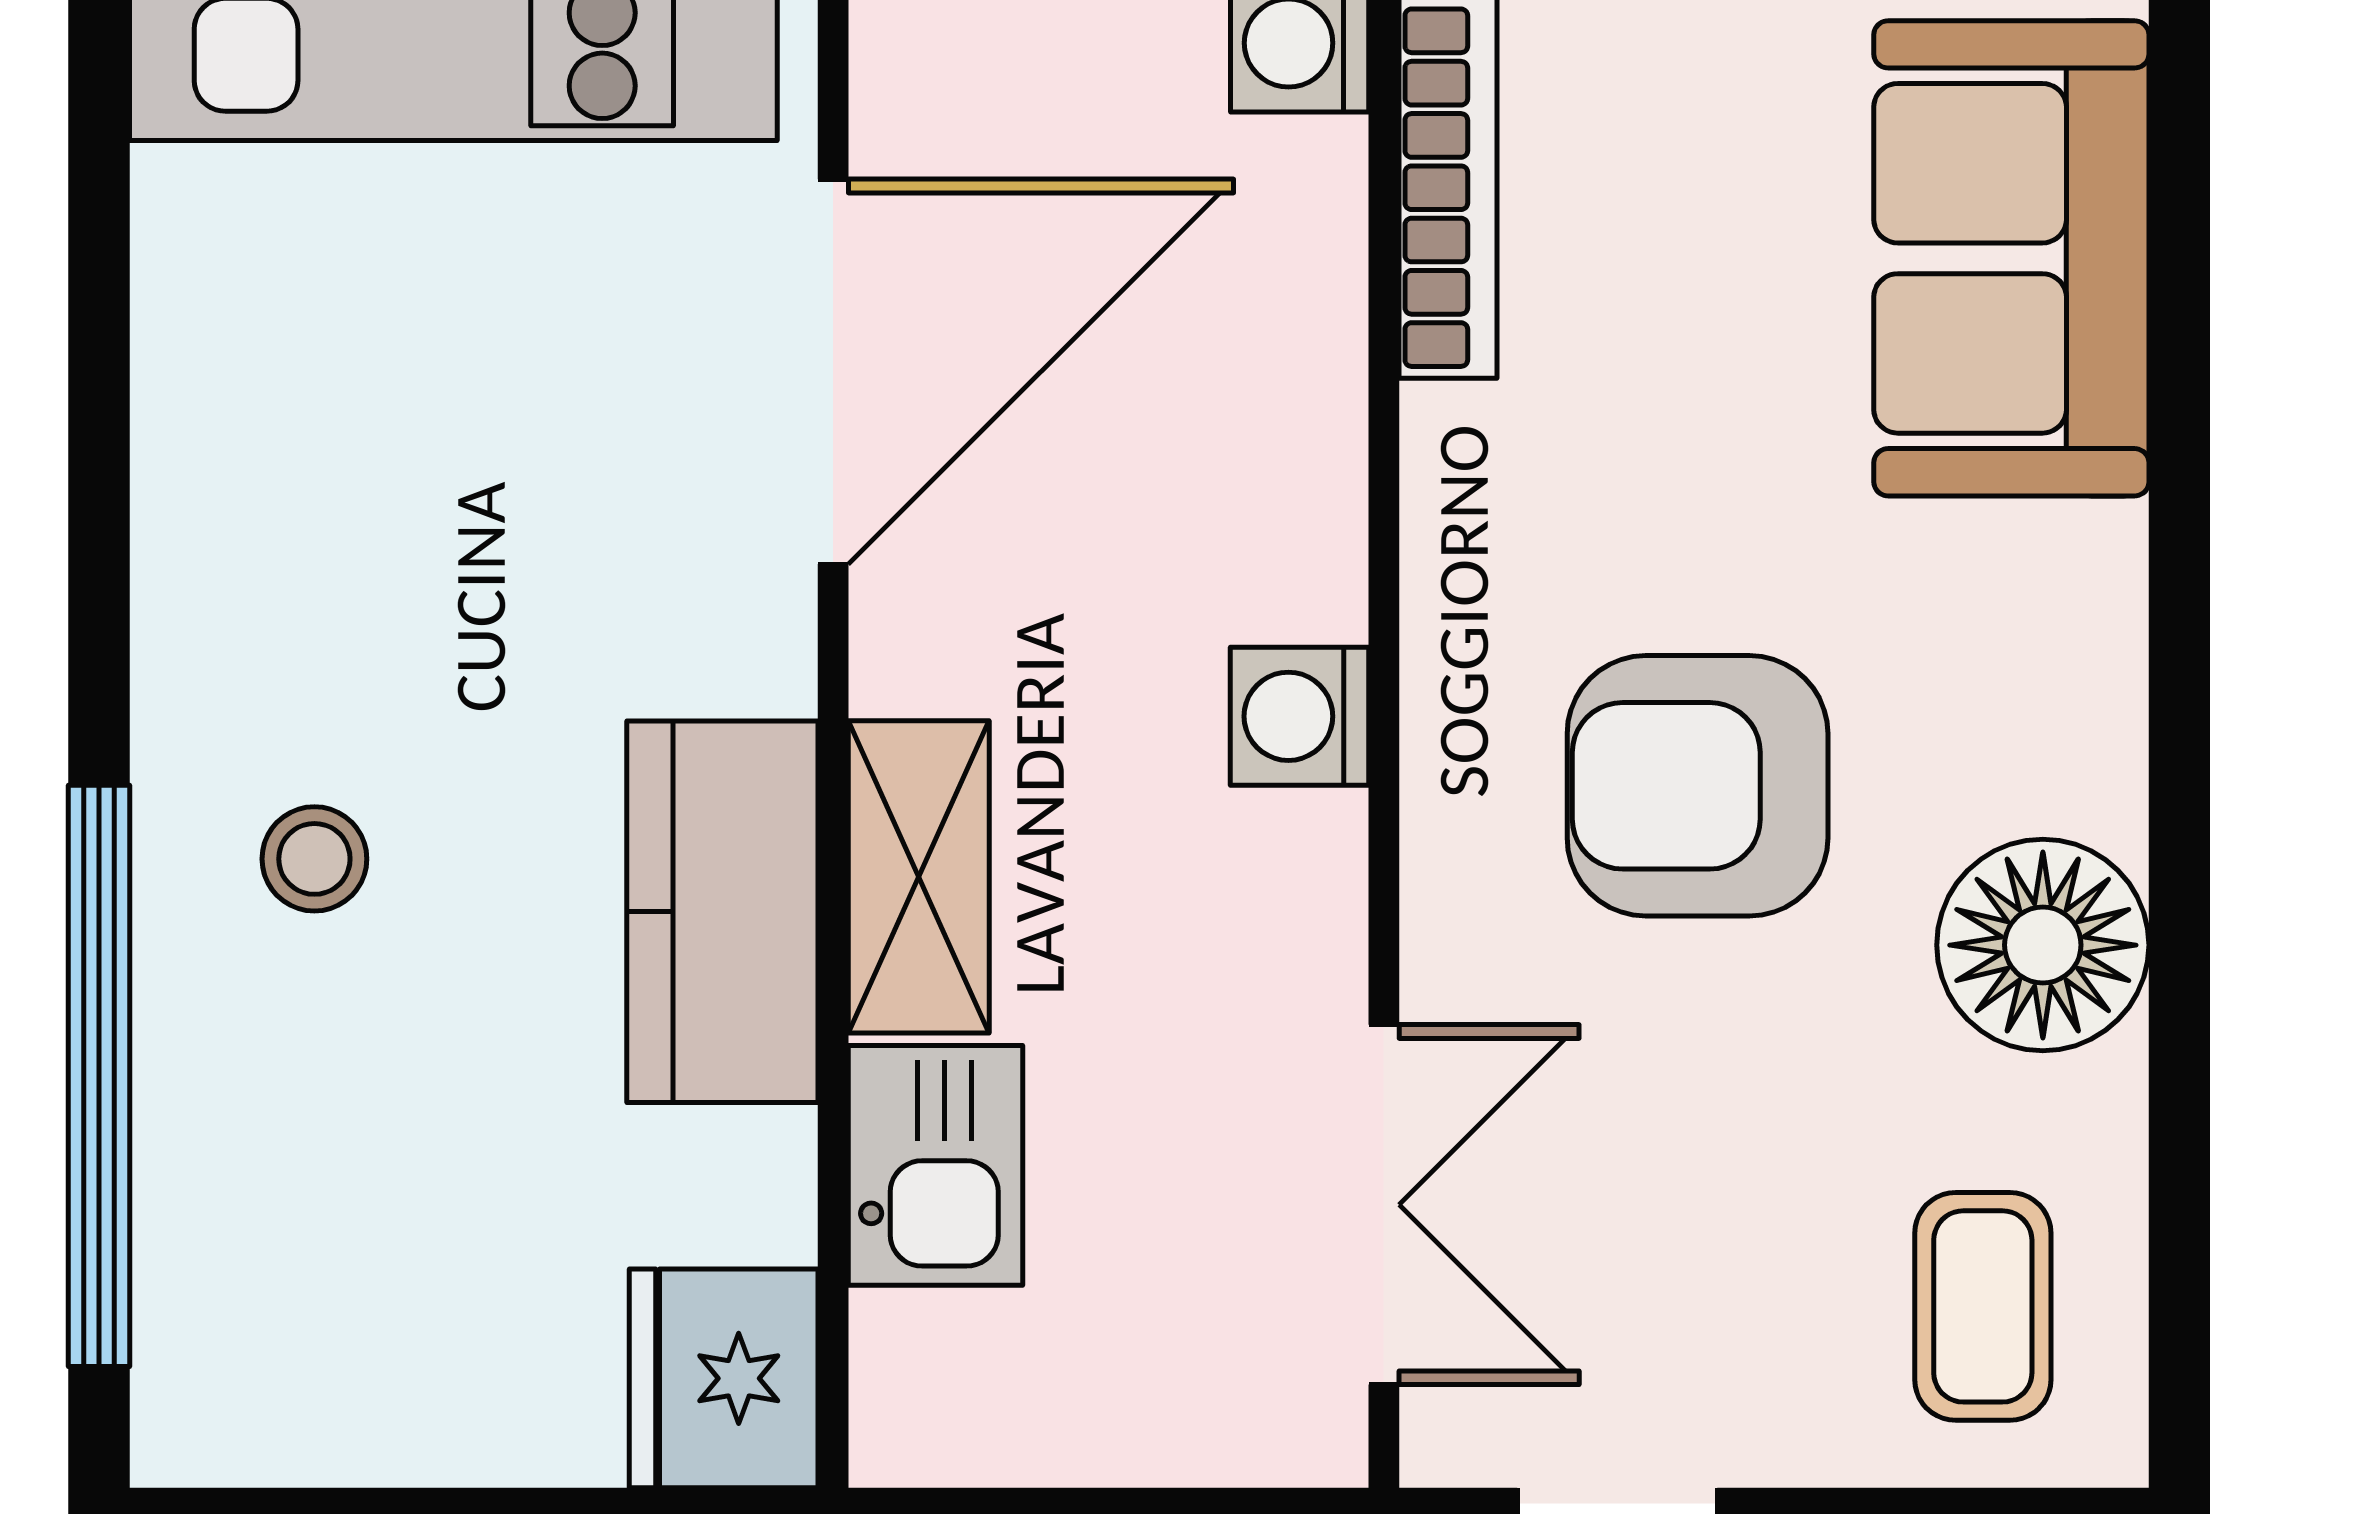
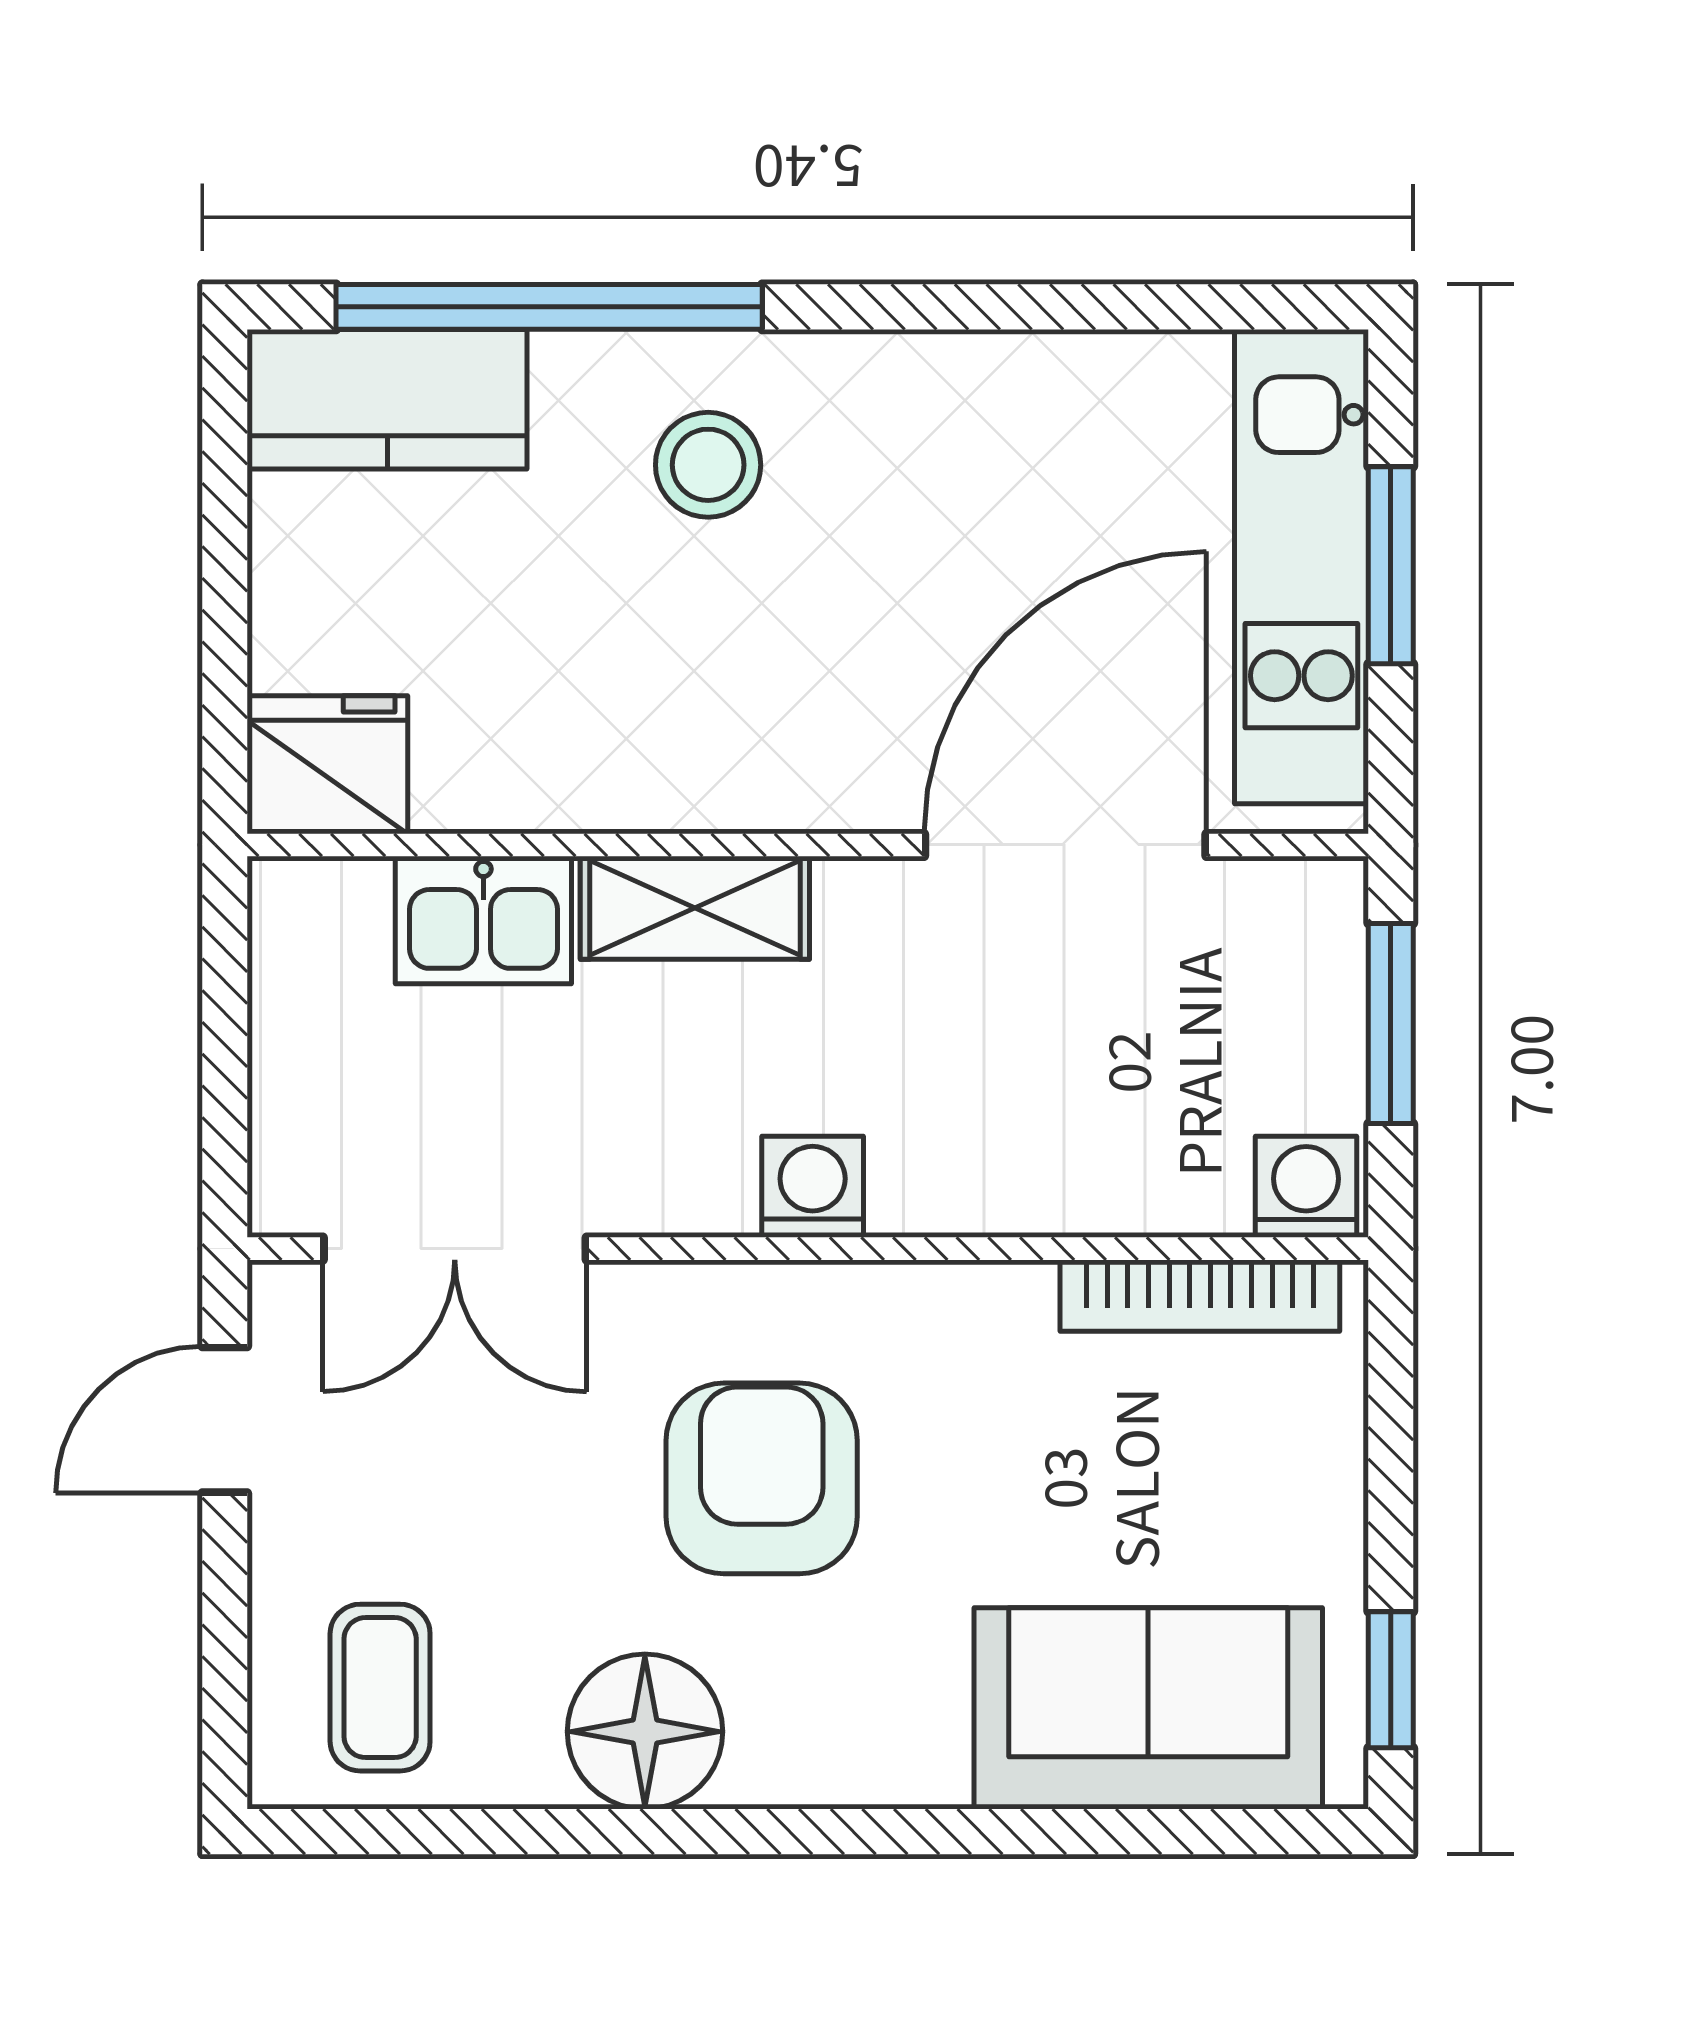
door: (833, 372) -> (1065, 845), swing flipped
stool: (314, 859) -> (708, 465), width x1.37, depth x1.37
kitchen counter: (722, 912) -> (387, 399), moved, turned 180
coffee table: (1983, 1306) -> (380, 1688), turned 90

